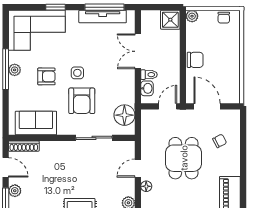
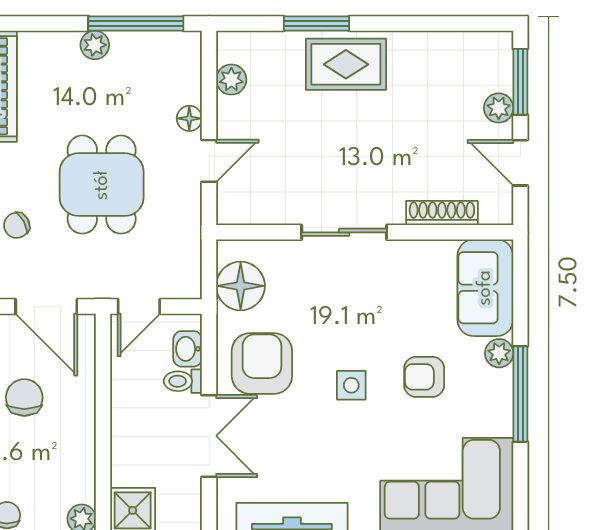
chair: (195, 60) -> (24, 397), moved, turned 90
plant: (15, 70) -> (499, 353), moved
armchair: (82, 101) -> (262, 364), moved
sofa: (36, 123) -> (485, 288), moved, turned 90
sliding door: (94, 138) -> (344, 232), moved
shoe rack: (24, 146) -> (442, 213), moved

